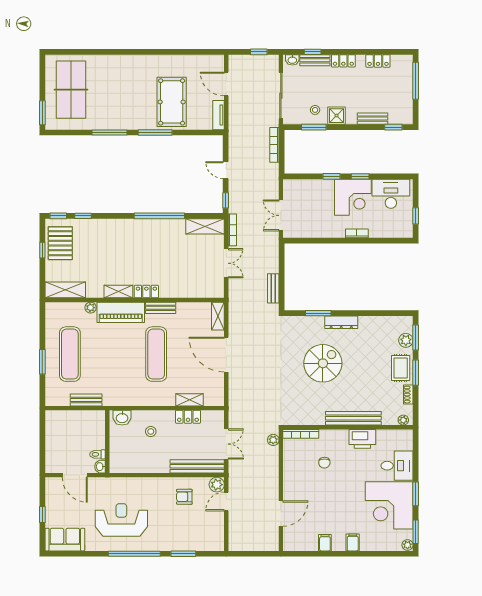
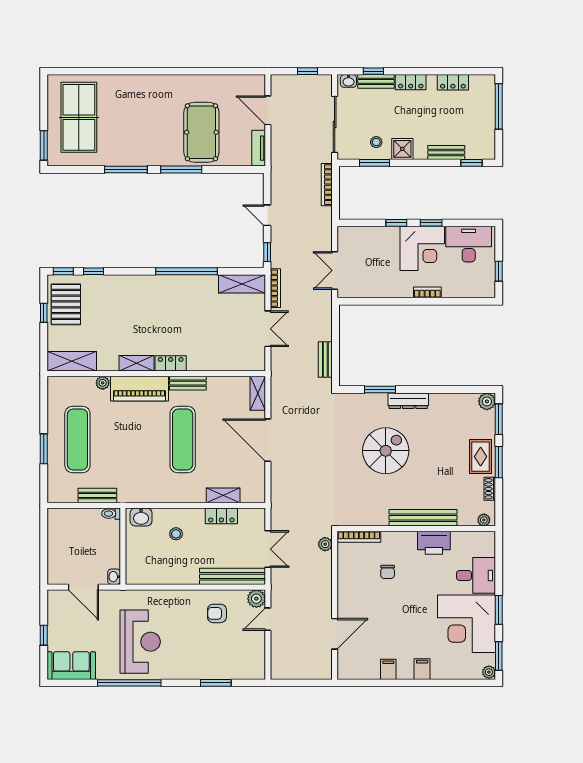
plant: (406, 340) -> (487, 401), moved
toilet: (98, 454) -> (111, 514), moved
reception desk: (121, 520) -> (140, 642), turned 90
window: (134, 554) -> (129, 683), moved

